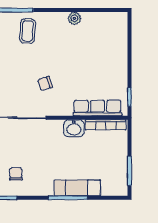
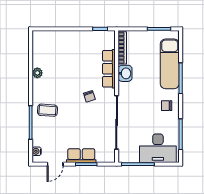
row of seats: (97, 108) -> (109, 69), moved
chair: (16, 174) -> (167, 106), moved
exam couch: (77, 188) -> (170, 64), width x1.36, depth x1.45

